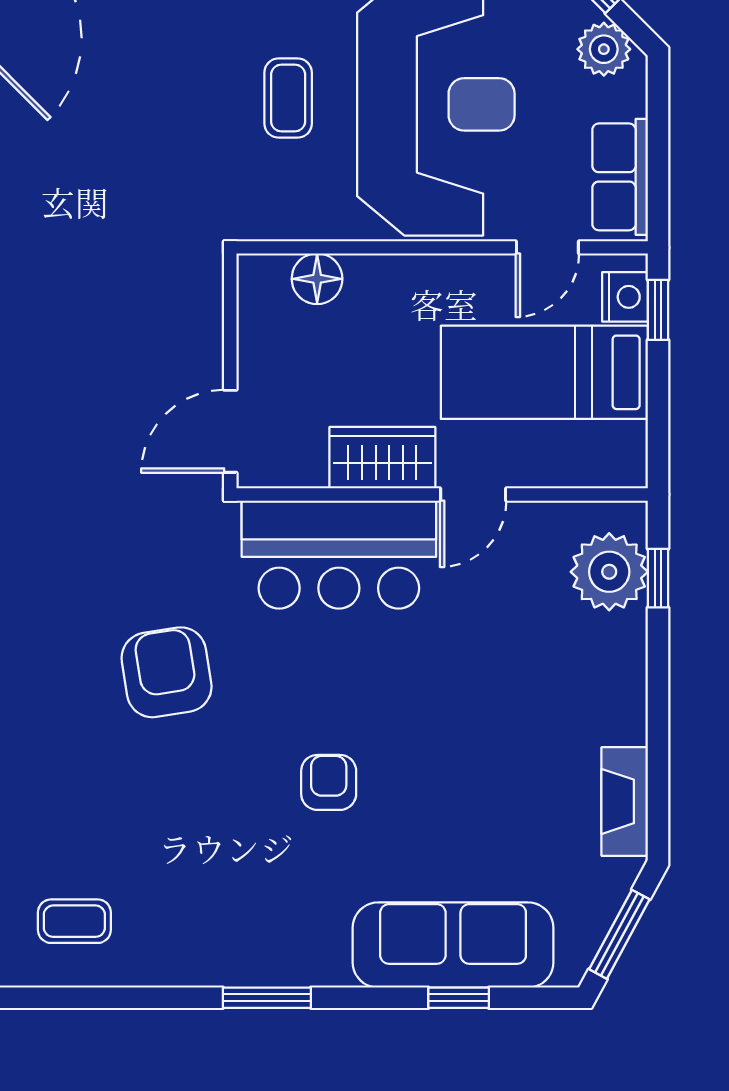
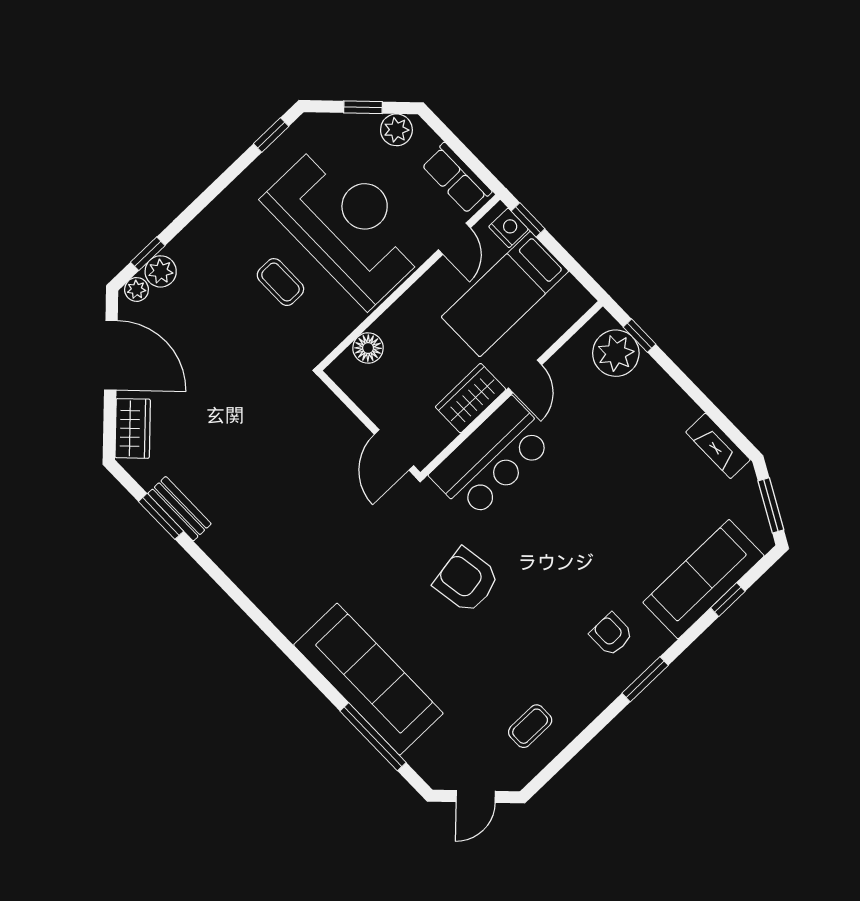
armchair: (329, 782) -> (611, 634), moved

